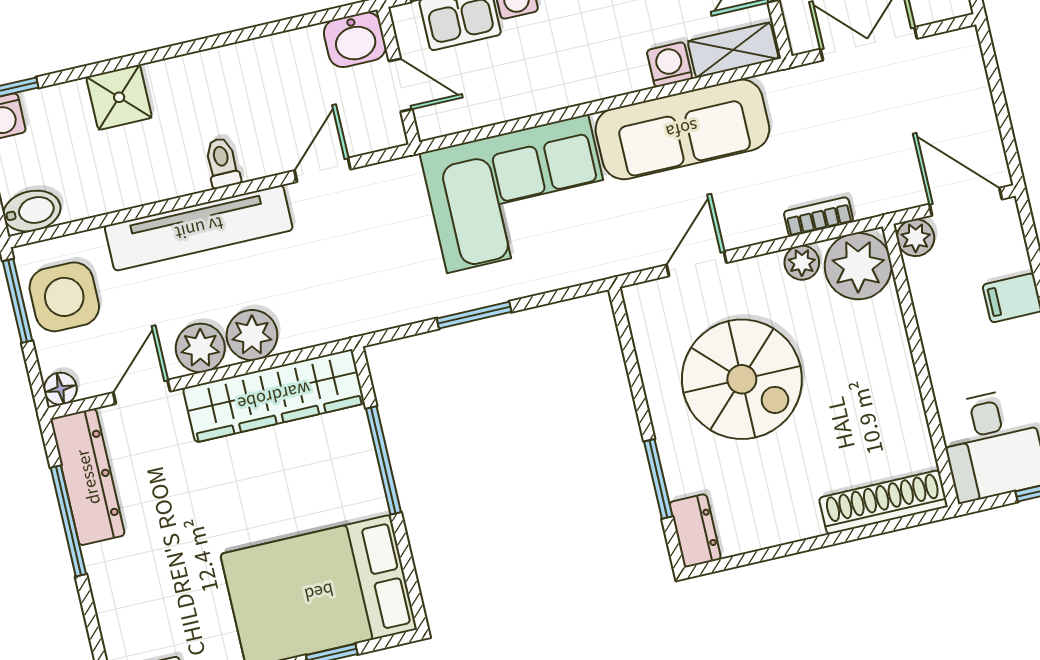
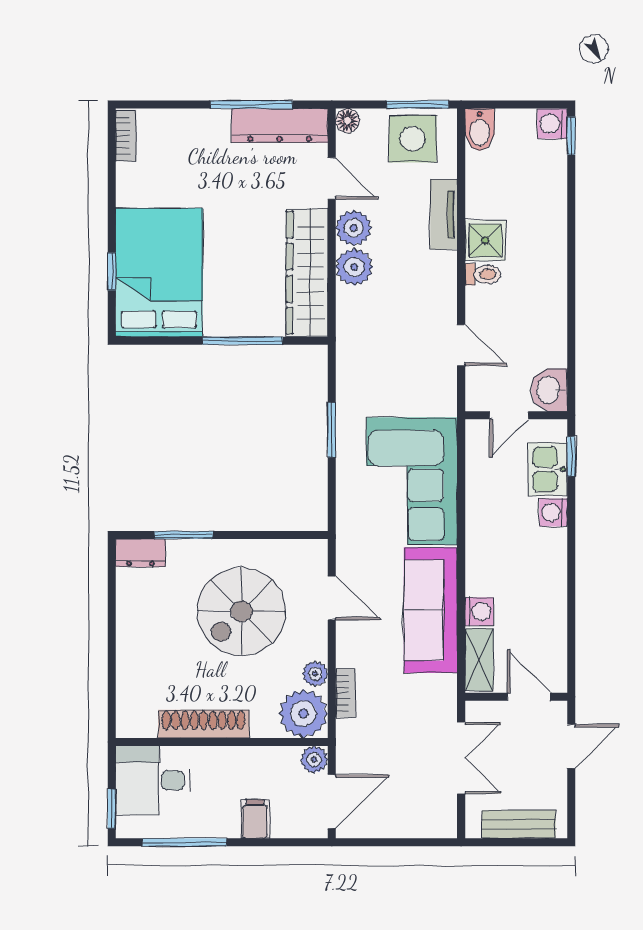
shower: (119, 97) -> (485, 240), moved
tv unit: (199, 228) -> (444, 214), width x0.52, depth x0.78
shoe rack: (883, 502) -> (204, 724), moved, turned -90

